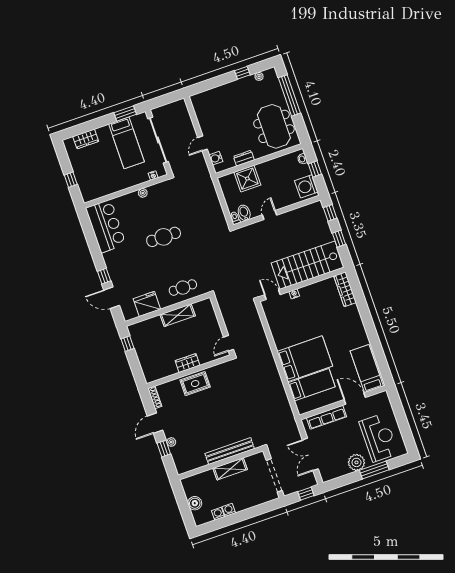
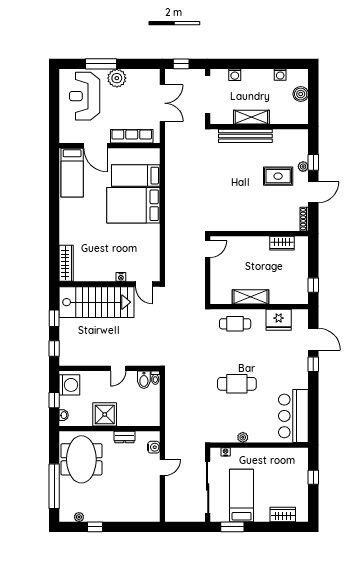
shower: (247, 179) -> (105, 414), moved
wardrobe: (188, 363) -> (282, 243), moved
rug: (195, 384) -> (278, 176), moved
washing machine: (229, 510) -> (235, 75), moved

